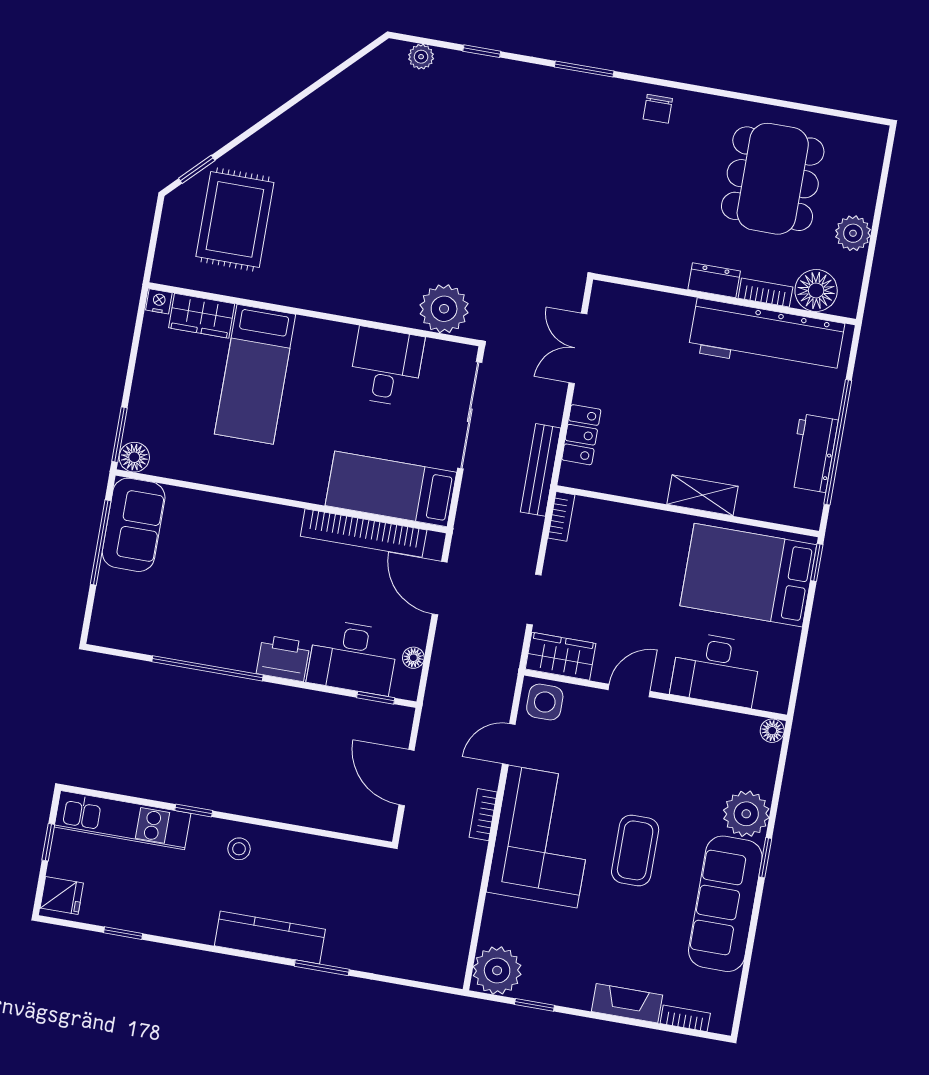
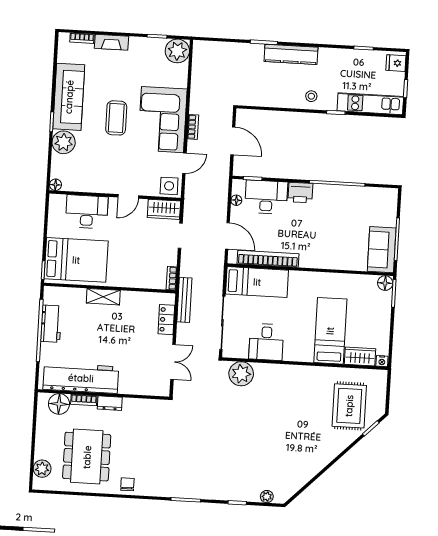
chair: (658, 109) -> (127, 484), moved
plant: (853, 233) -> (42, 469), moved

